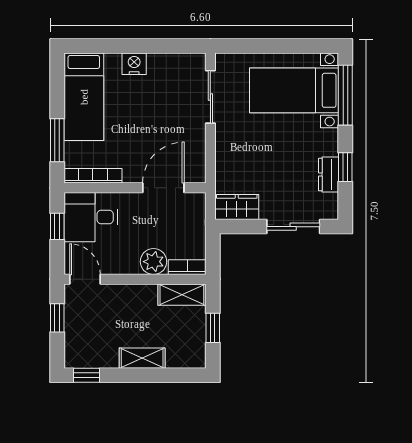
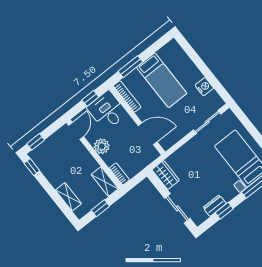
nightstand: (134, 64) -> (204, 87), moved
bed: (84, 97) -> (162, 80), moved, turned -90
plant: (153, 262) -> (102, 146), moved
window: (57, 318) -> (36, 142), moved
shelving: (142, 358) -> (68, 197), moved

